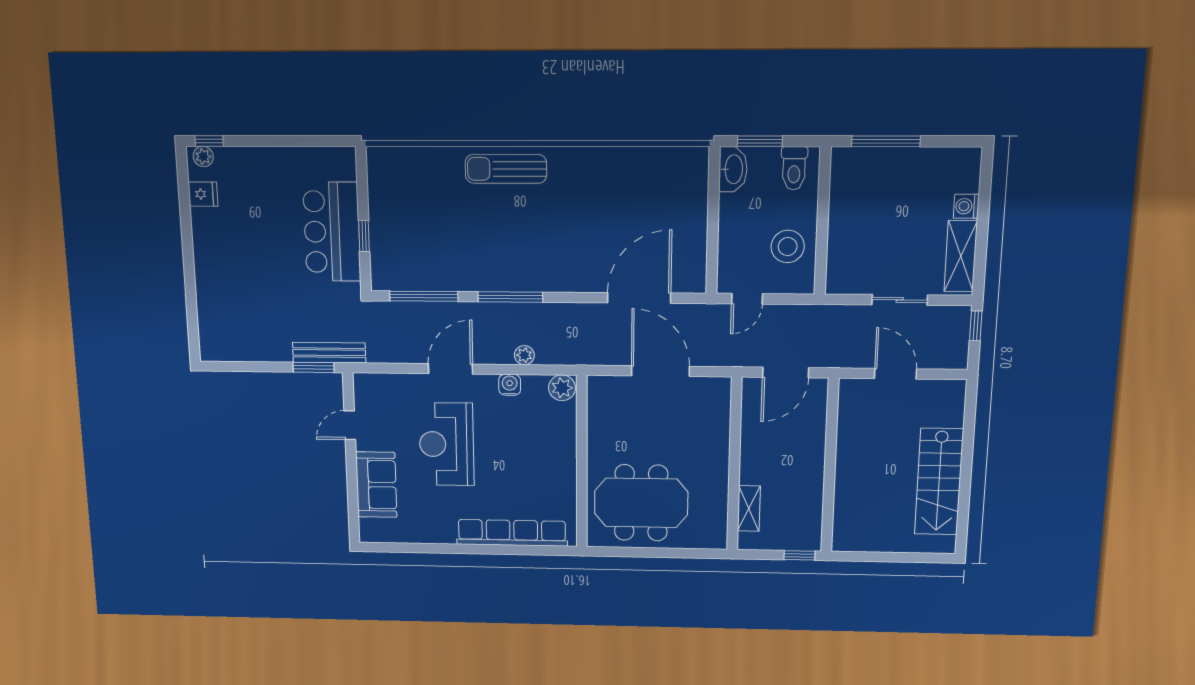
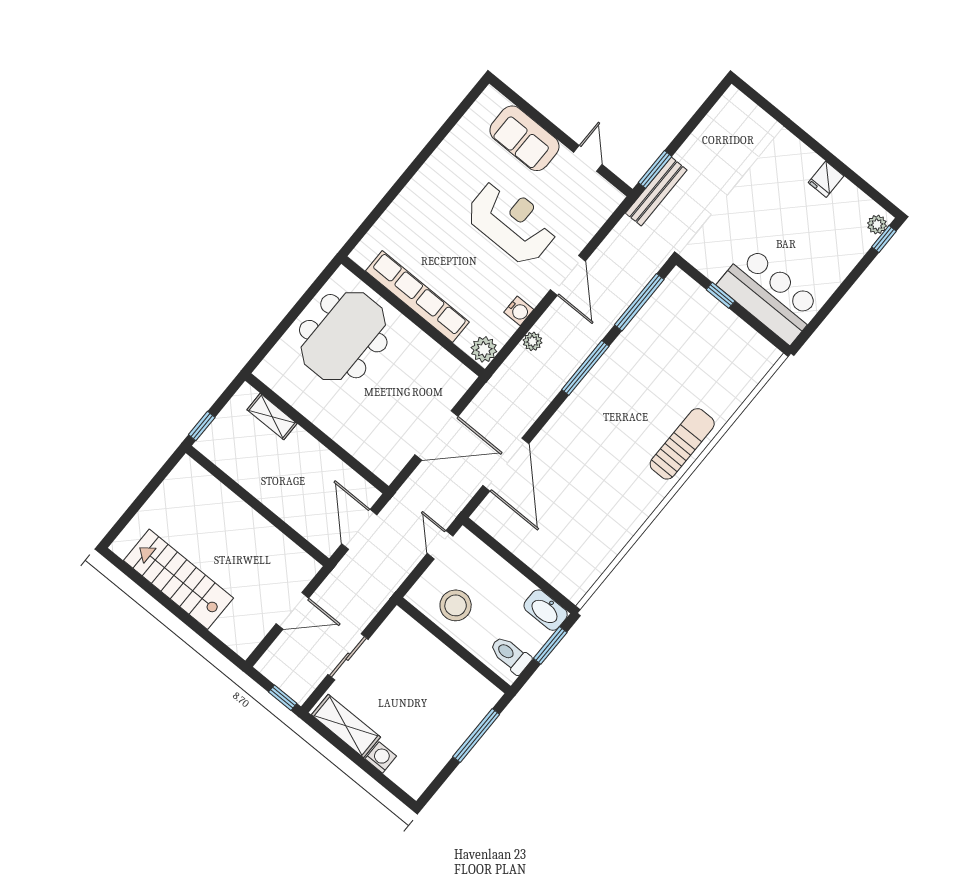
fridge: (203, 194) -> (826, 179), moved
bar counter: (332, 232) -> (770, 295), moved
row of seats: (512, 533) -> (417, 297), moved, turned -90

